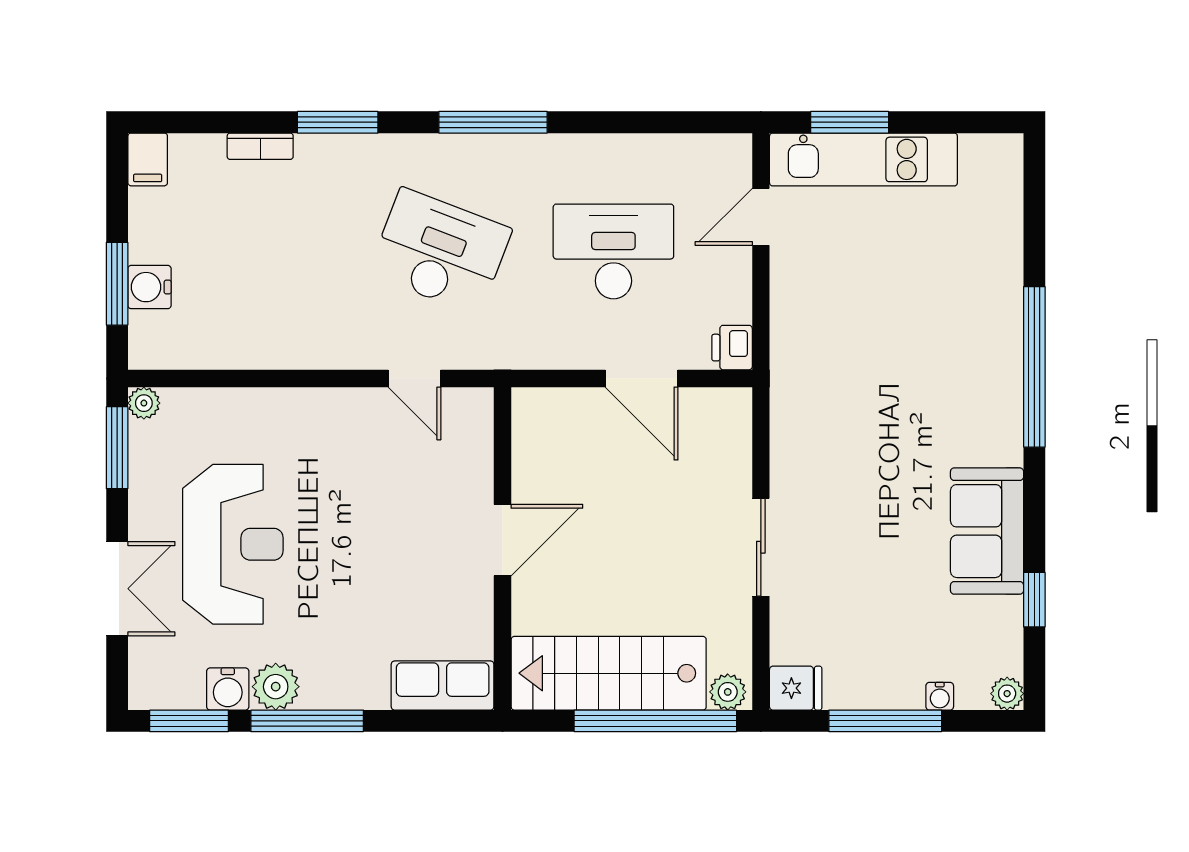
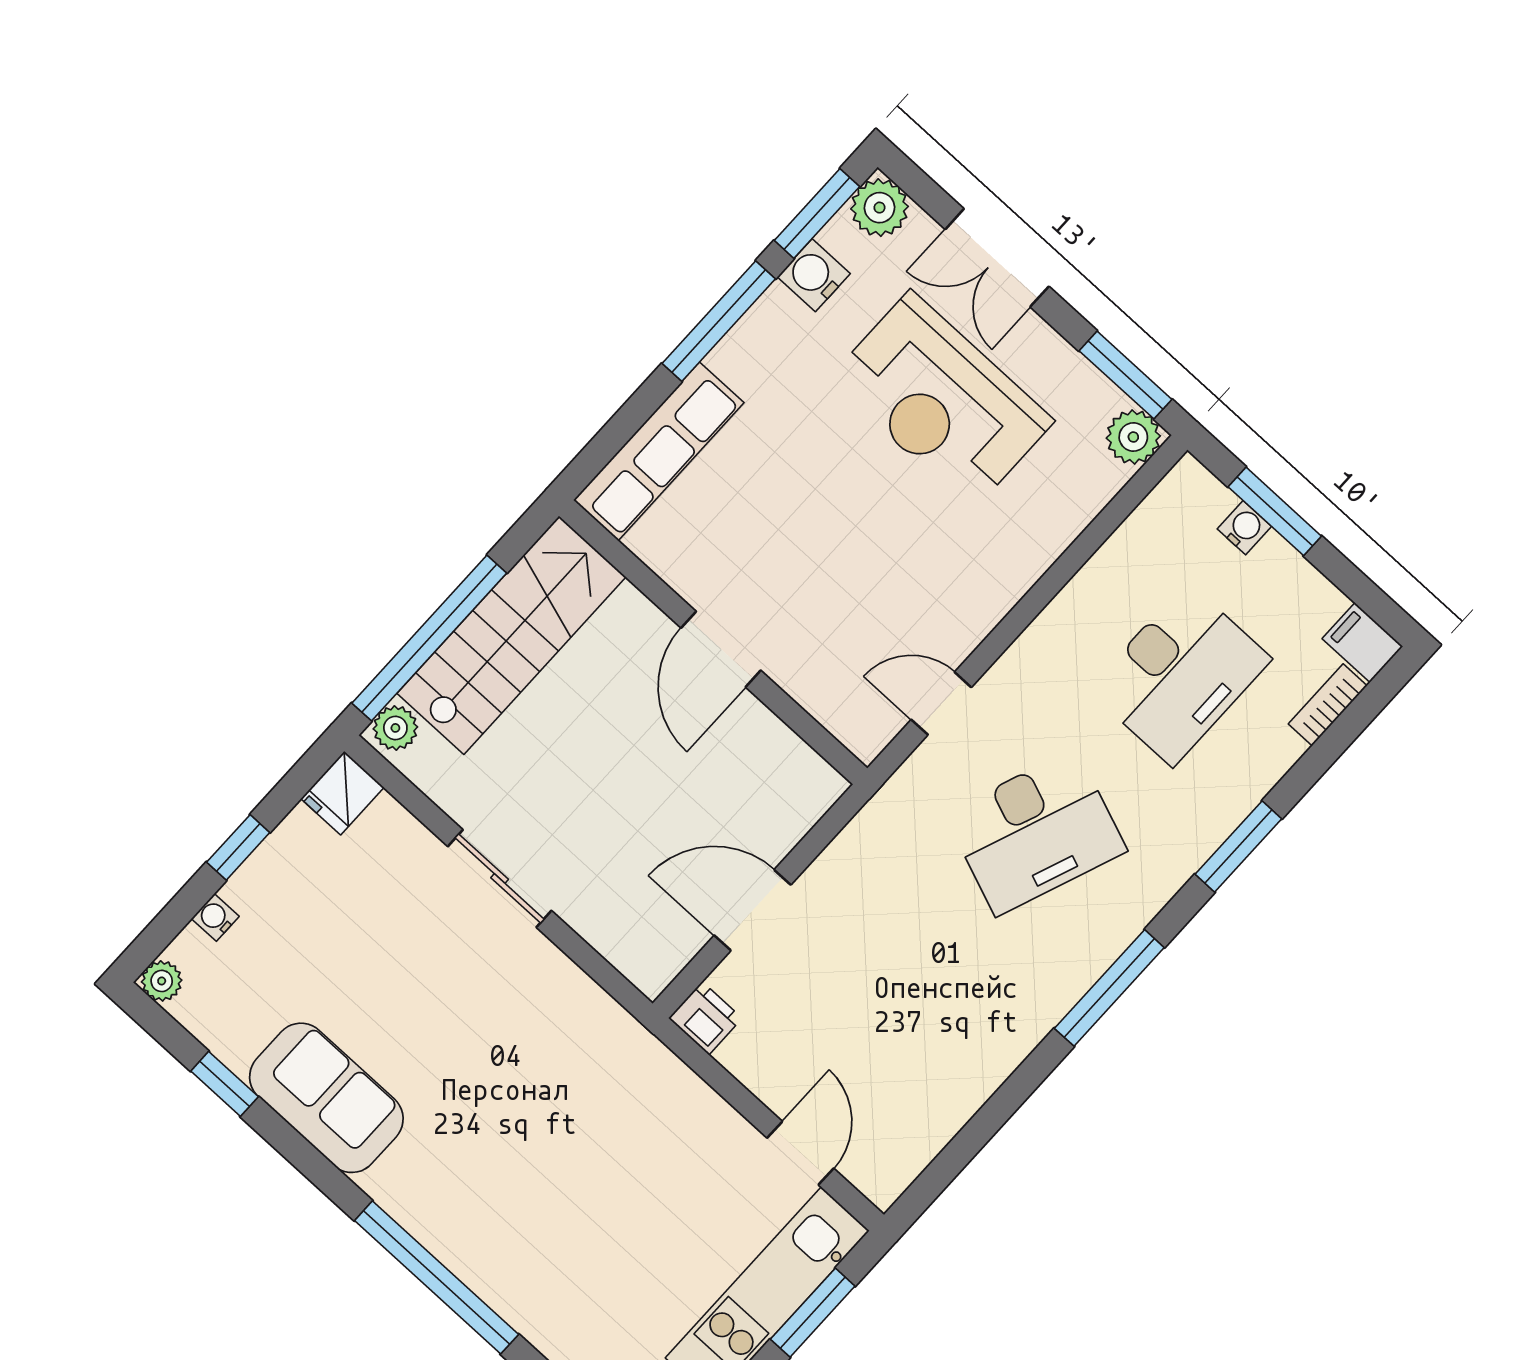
bookcase: (260, 146) -> (1328, 705), moved
desk: (613, 251) -> (1180, 674), moved
water cooler: (149, 287) -> (1244, 528), width x0.72, depth x0.72
plant: (144, 403) -> (1133, 437), width x1.38, depth x1.38
row of seats: (443, 686) -> (659, 451), width x1.48
plant: (276, 687) -> (880, 208), moved
window: (885, 721) -> (238, 847), width x0.46

